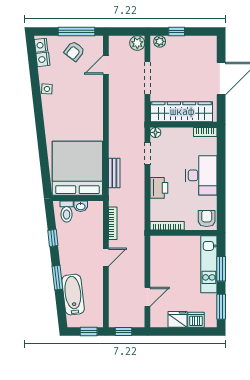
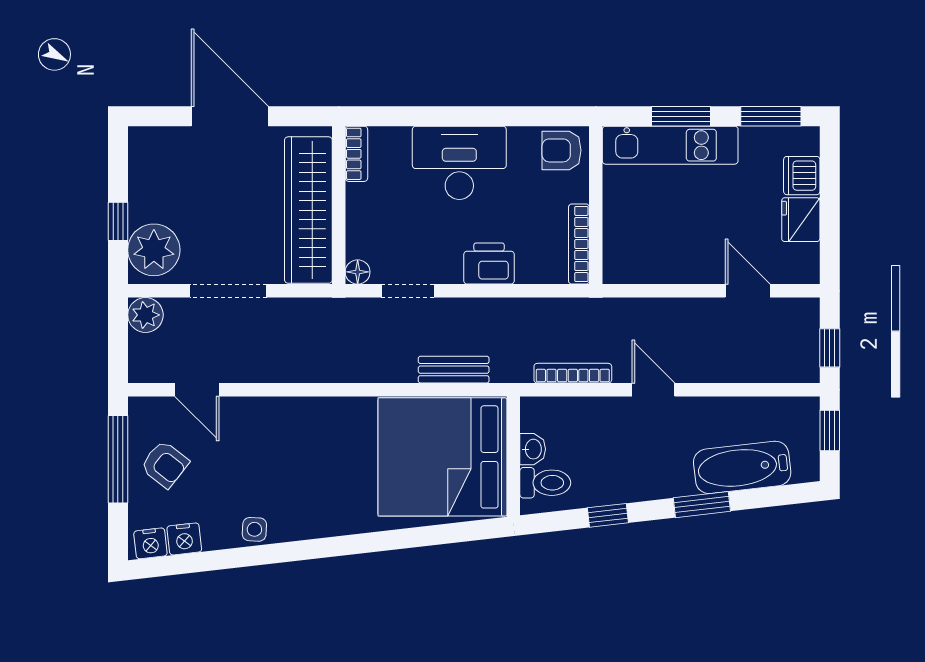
plant: (160, 41) -> (154, 250), width x1.88, depth x1.88

